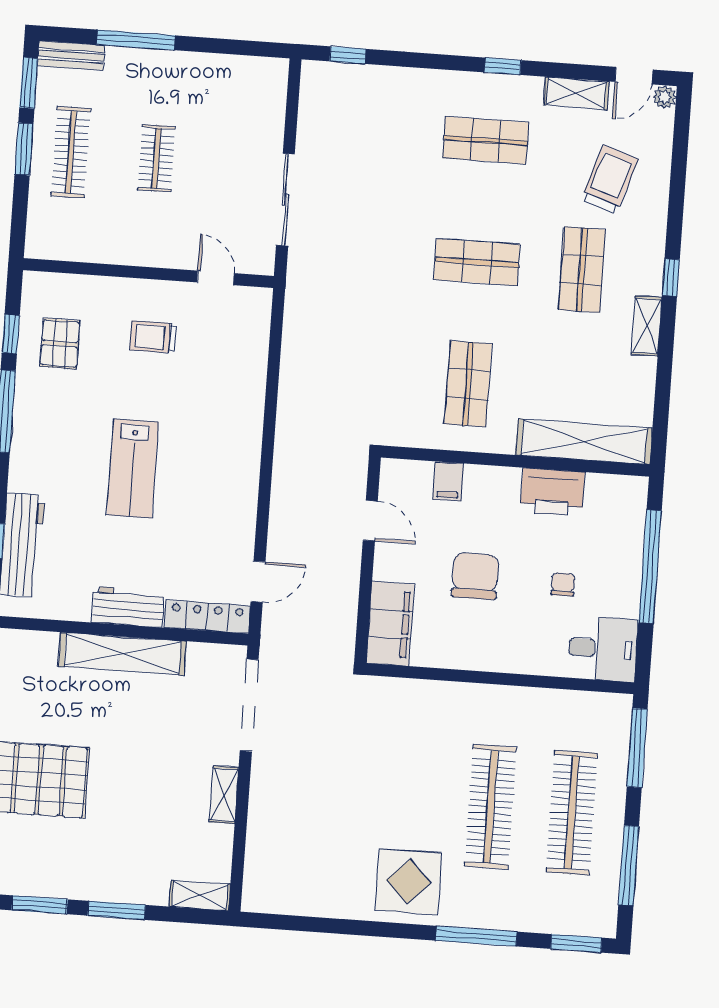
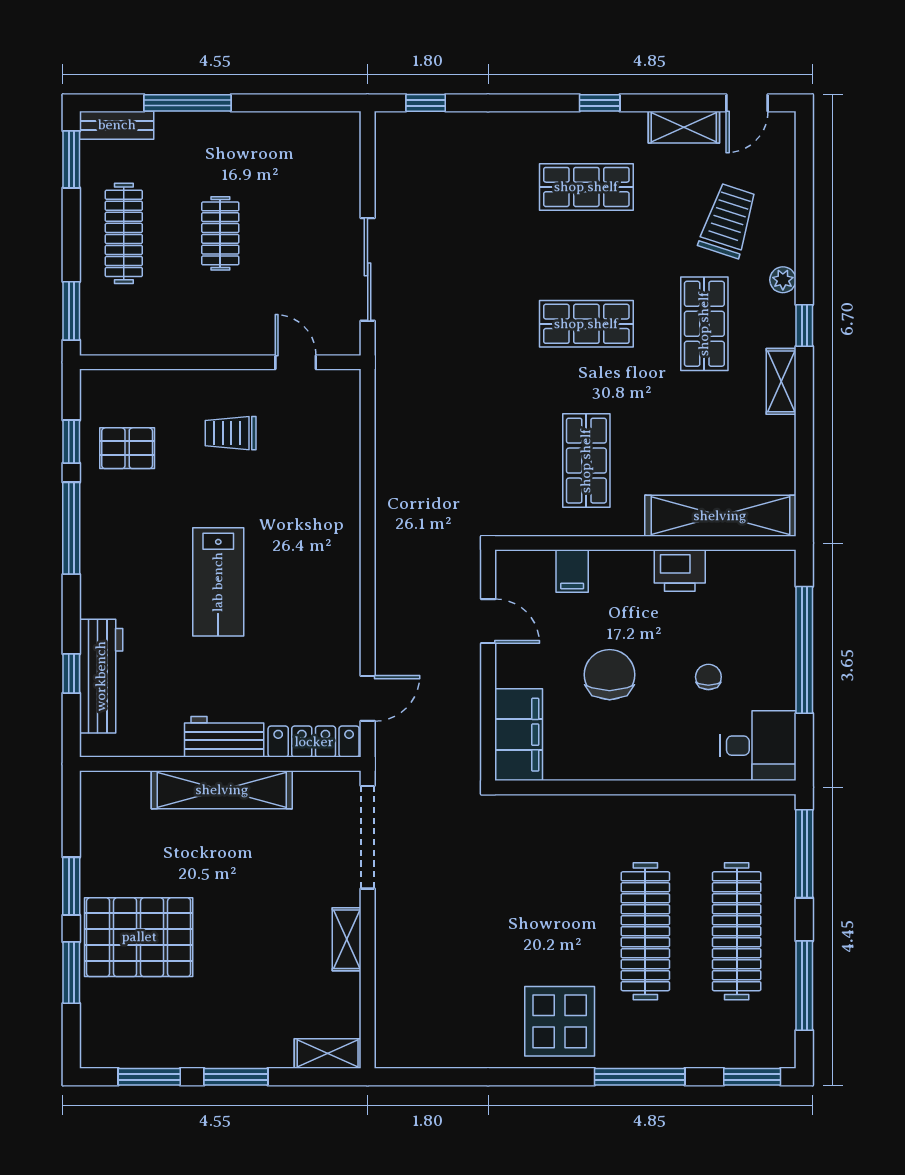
plant: (665, 97) -> (783, 280), moved
window: (24, 149) -> (71, 311), moved
pallet: (60, 344) -> (127, 448), turned 90
printer: (552, 492) -> (680, 571), width x0.73, depth x0.84

